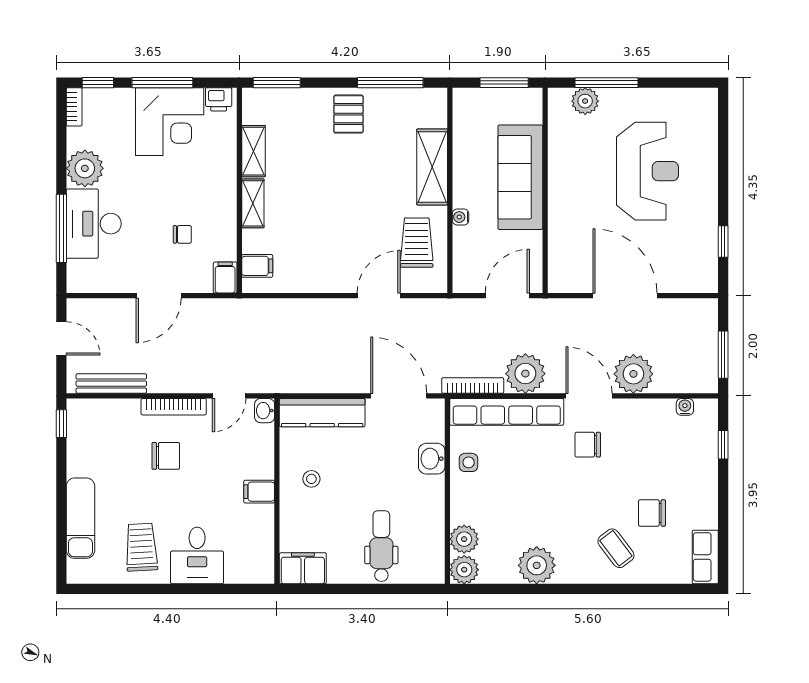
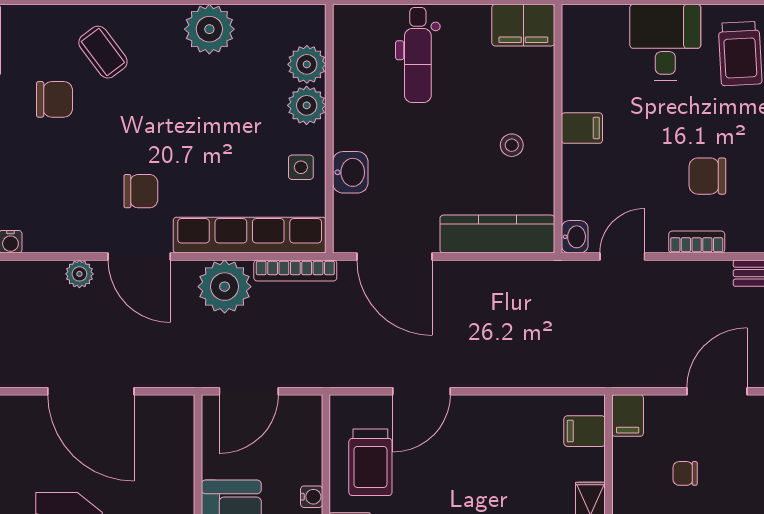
plant: (633, 374) -> (79, 274), width x0.53, depth x0.53
bookcase: (174, 407) -> (697, 242), width x0.64
plant: (464, 570) -> (307, 105), moved

